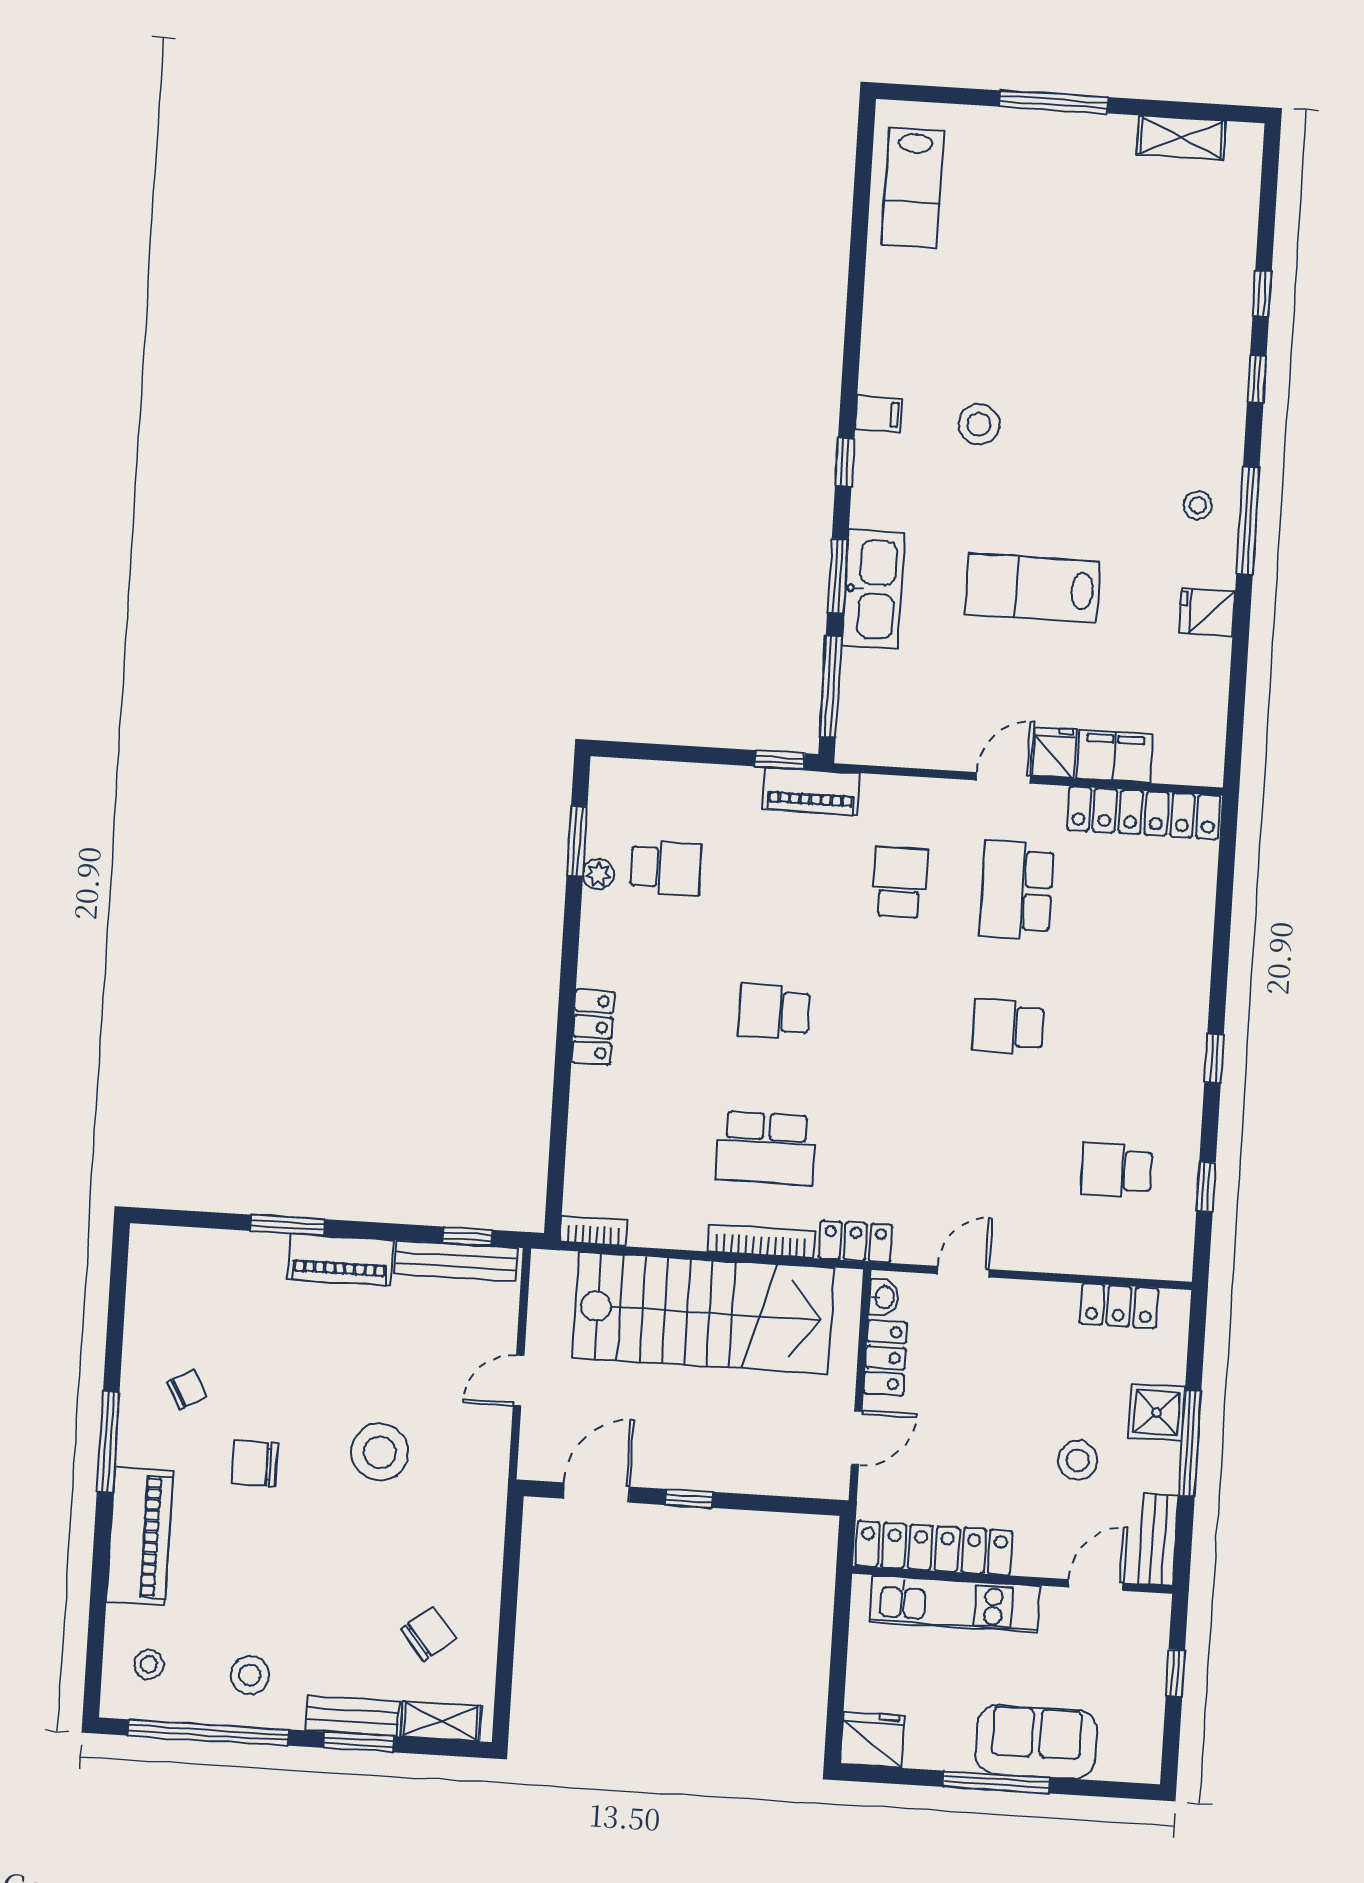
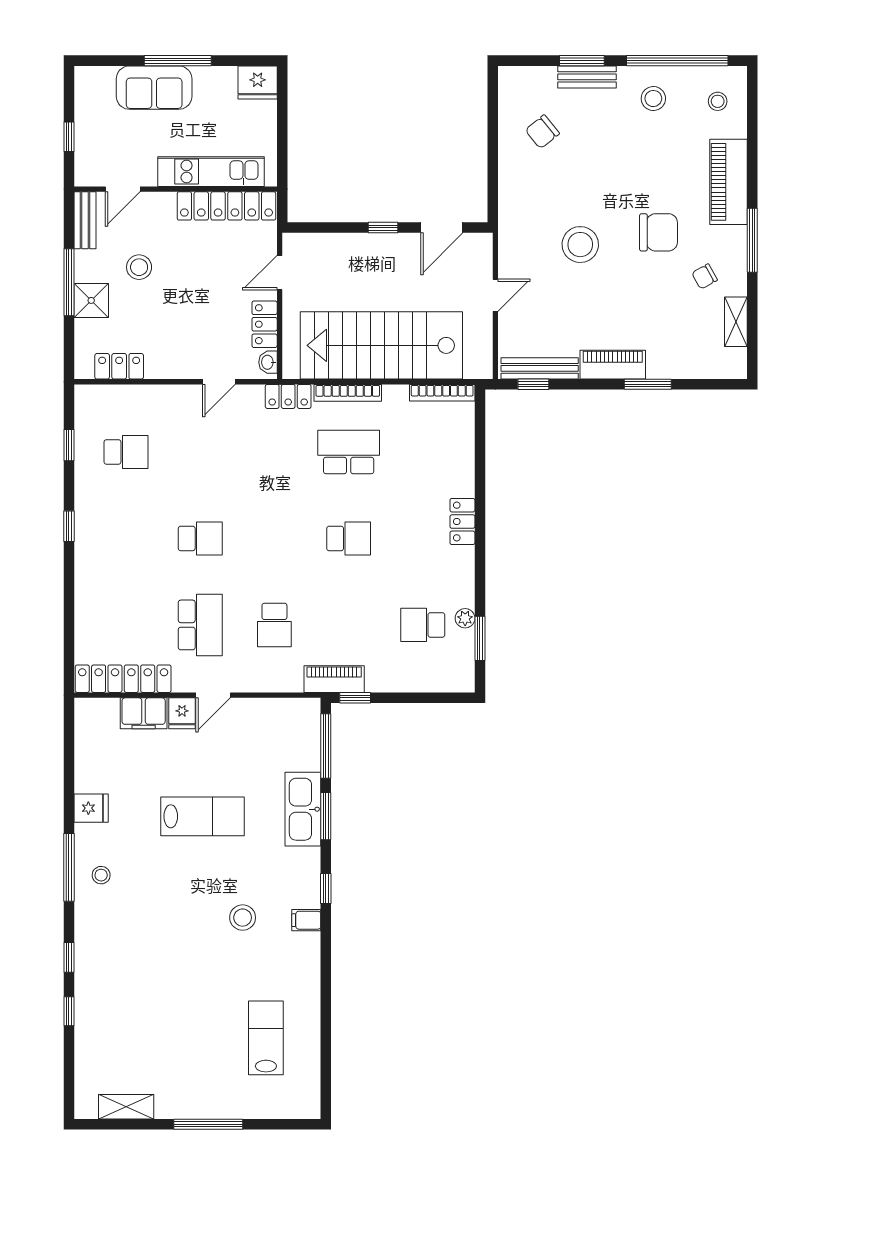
lab bench: (913, 188) -> (266, 1038), moved
bookcase: (594, 1231) -> (442, 393), width x1.56
chair: (255, 1464) -> (659, 232), width x1.37, depth x1.37
shelving: (441, 1721) -> (736, 322), moved, turned 90

